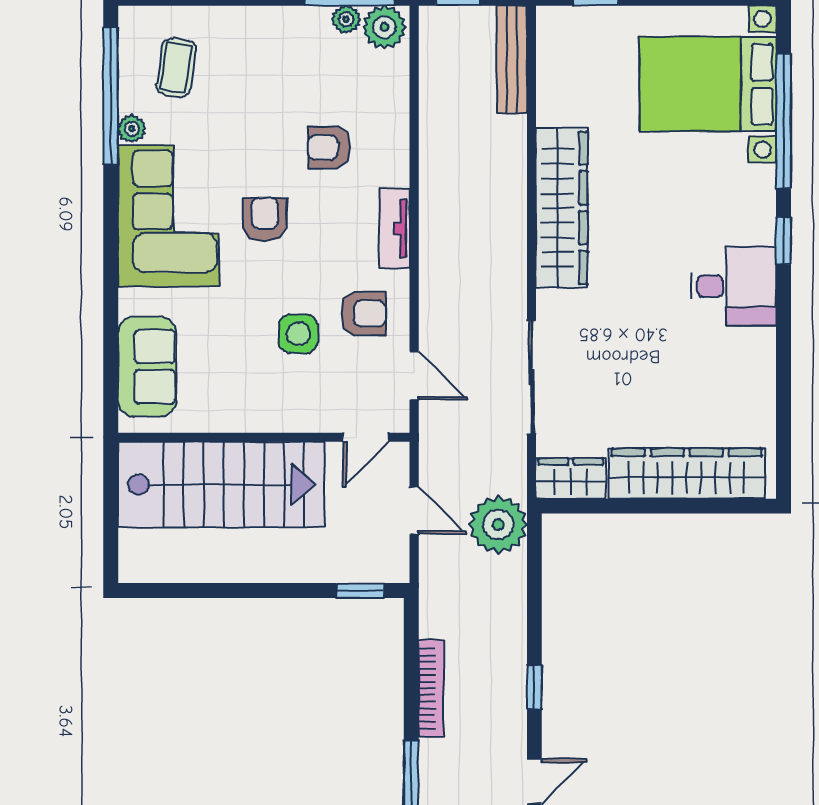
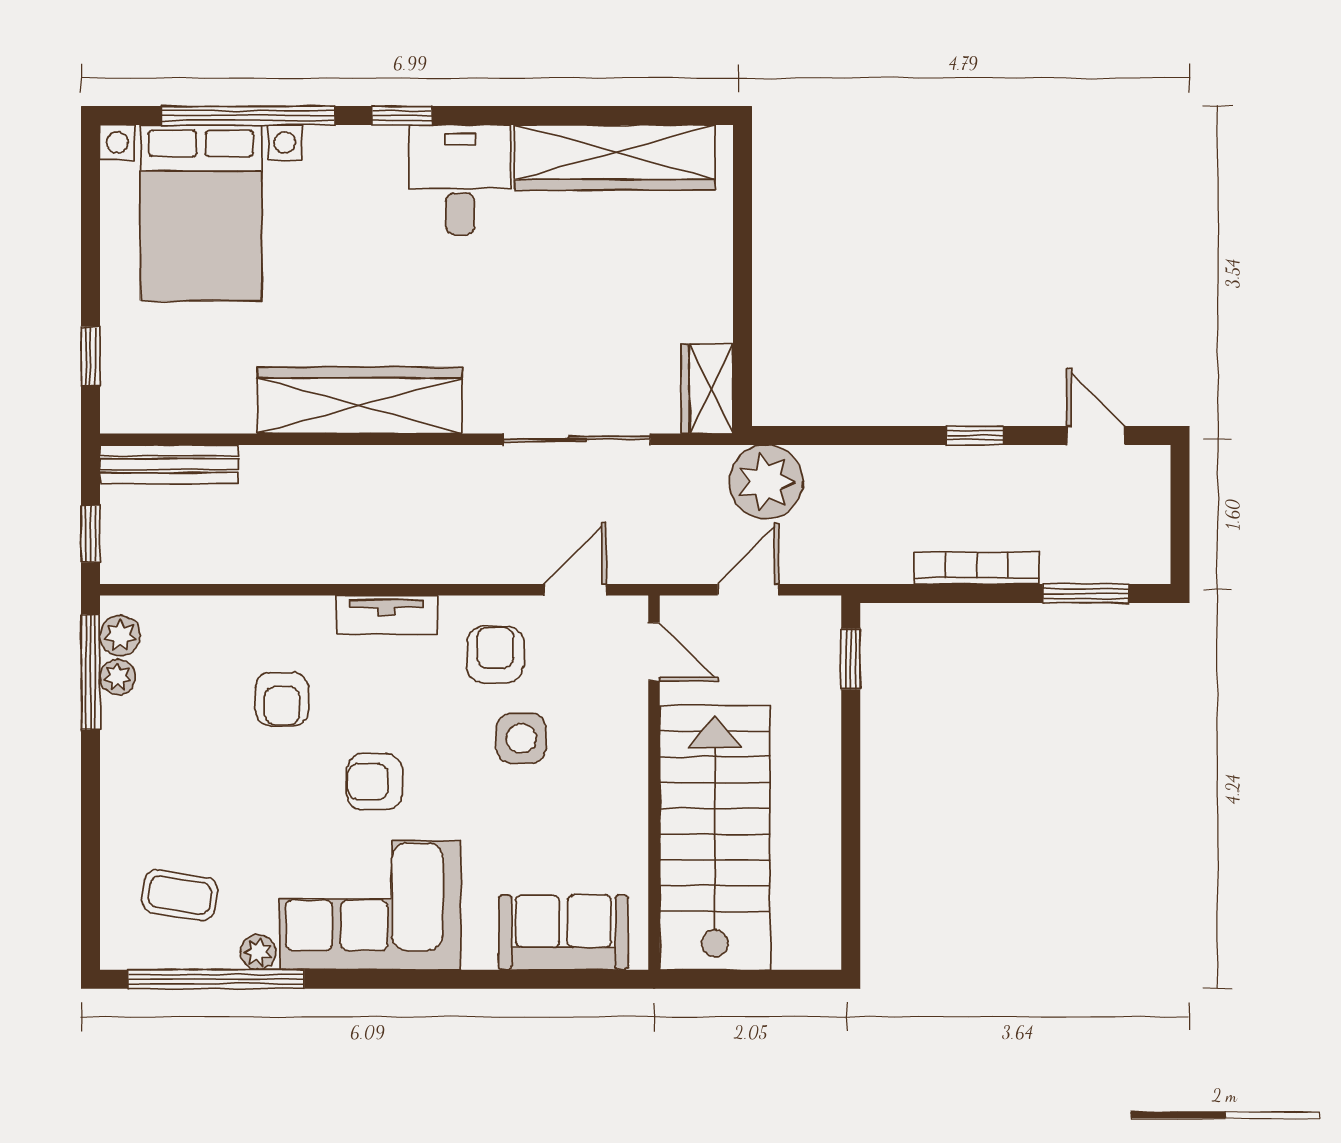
plant: (384, 27) -> (120, 635), width x0.73, depth x0.73
wardrobe: (687, 474) -> (615, 157), moved, turned -90

